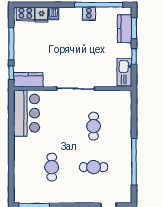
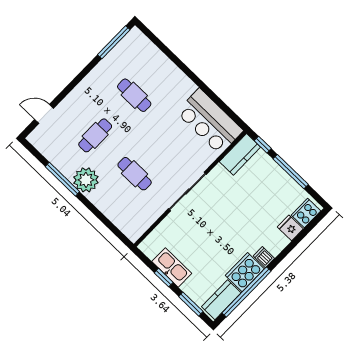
dishwasher: (54, 14) -> (264, 257), moved
cooker: (89, 14) -> (245, 272), width x1.87, depth x1.31
kitchen counter: (125, 29) -> (221, 300), moved, turned -90
kitchen sink: (124, 72) -> (172, 267), moved
plant: (122, 149) -> (86, 180), added
window: (134, 162) -> (62, 179), width x0.68

